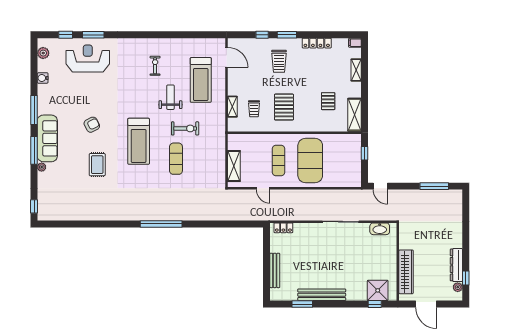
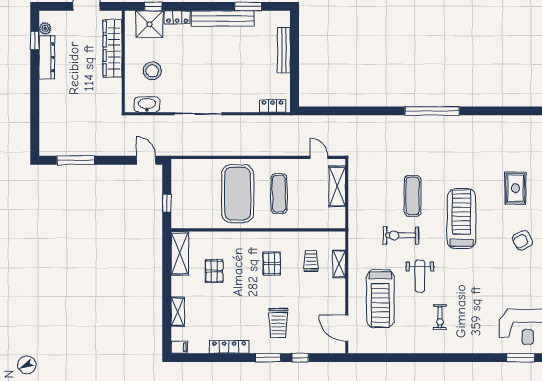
trolley: (279, 61) -> (278, 323), turned 180
treadmill: (201, 80) -> (380, 299), turned 180
pallet: (284, 107) -> (272, 263), width x0.67, depth x0.71
door: (263, 188) -> (319, 157), moved
stool: (376, 255) -> (152, 71), added
locker: (356, 296) -> (177, 17), added

